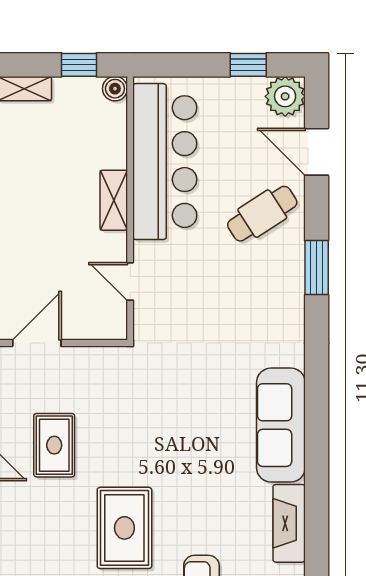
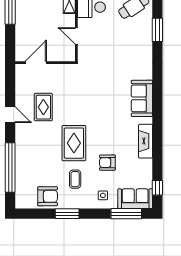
sofa: (281, 425) -> (142, 98), width x0.73

